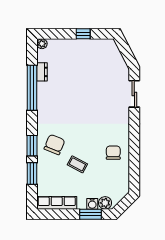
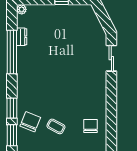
chair: (54, 145) -> (30, 122), moved
chair: (113, 153) -> (90, 126), moved

